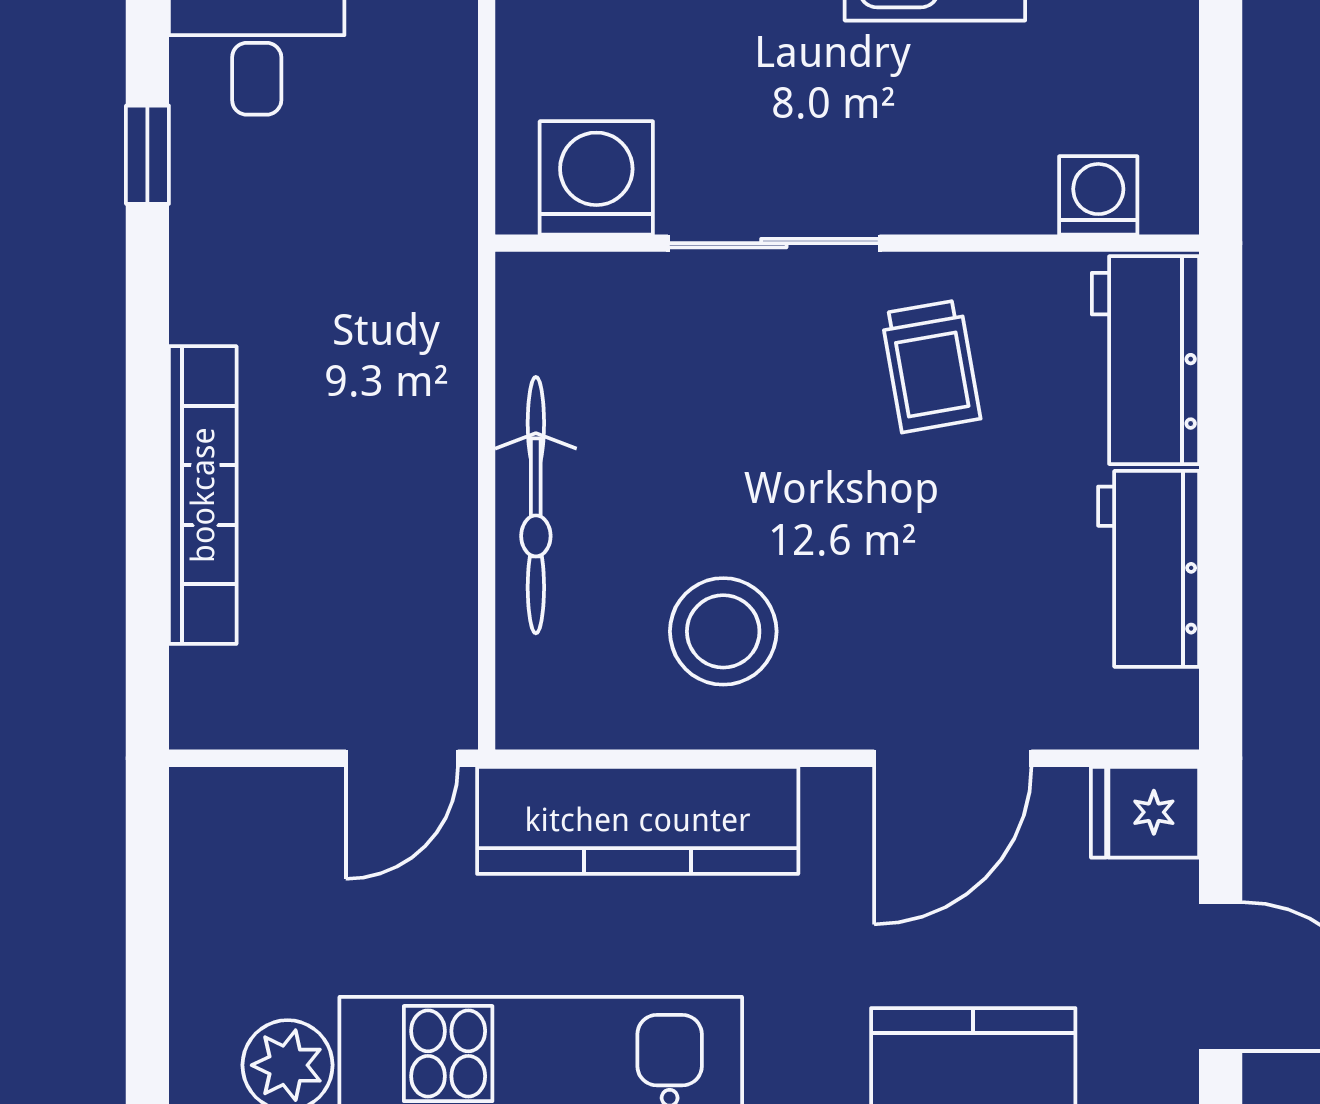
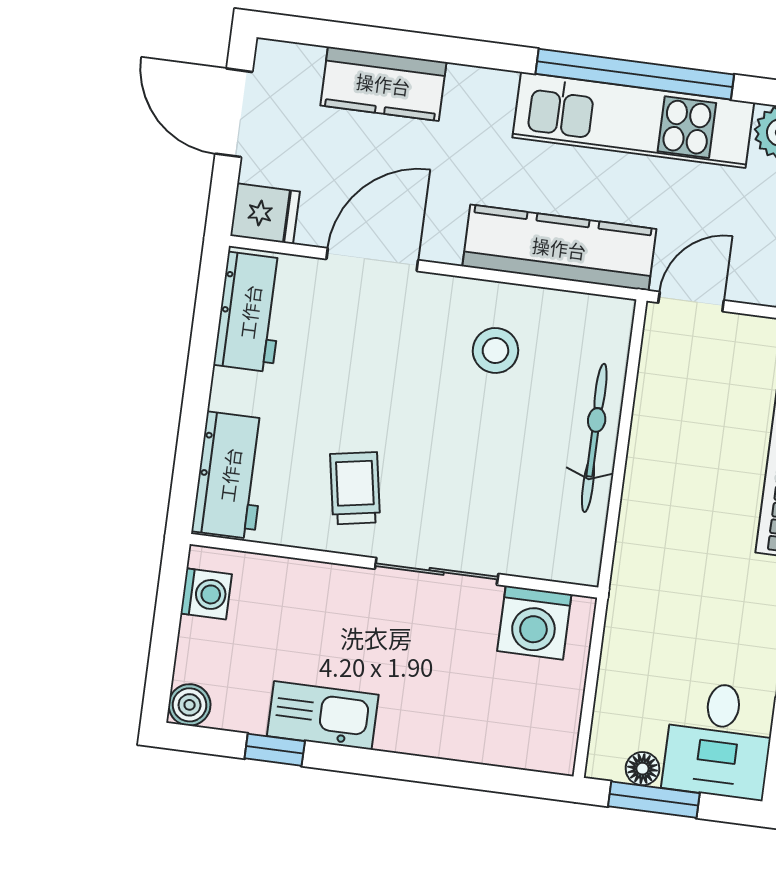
washing machine: (1098, 195) -> (206, 594), moved, turned -90
workbench: (1149, 569) -> (250, 312), moved
stool: (723, 631) -> (495, 350), width x0.73, depth x0.73

